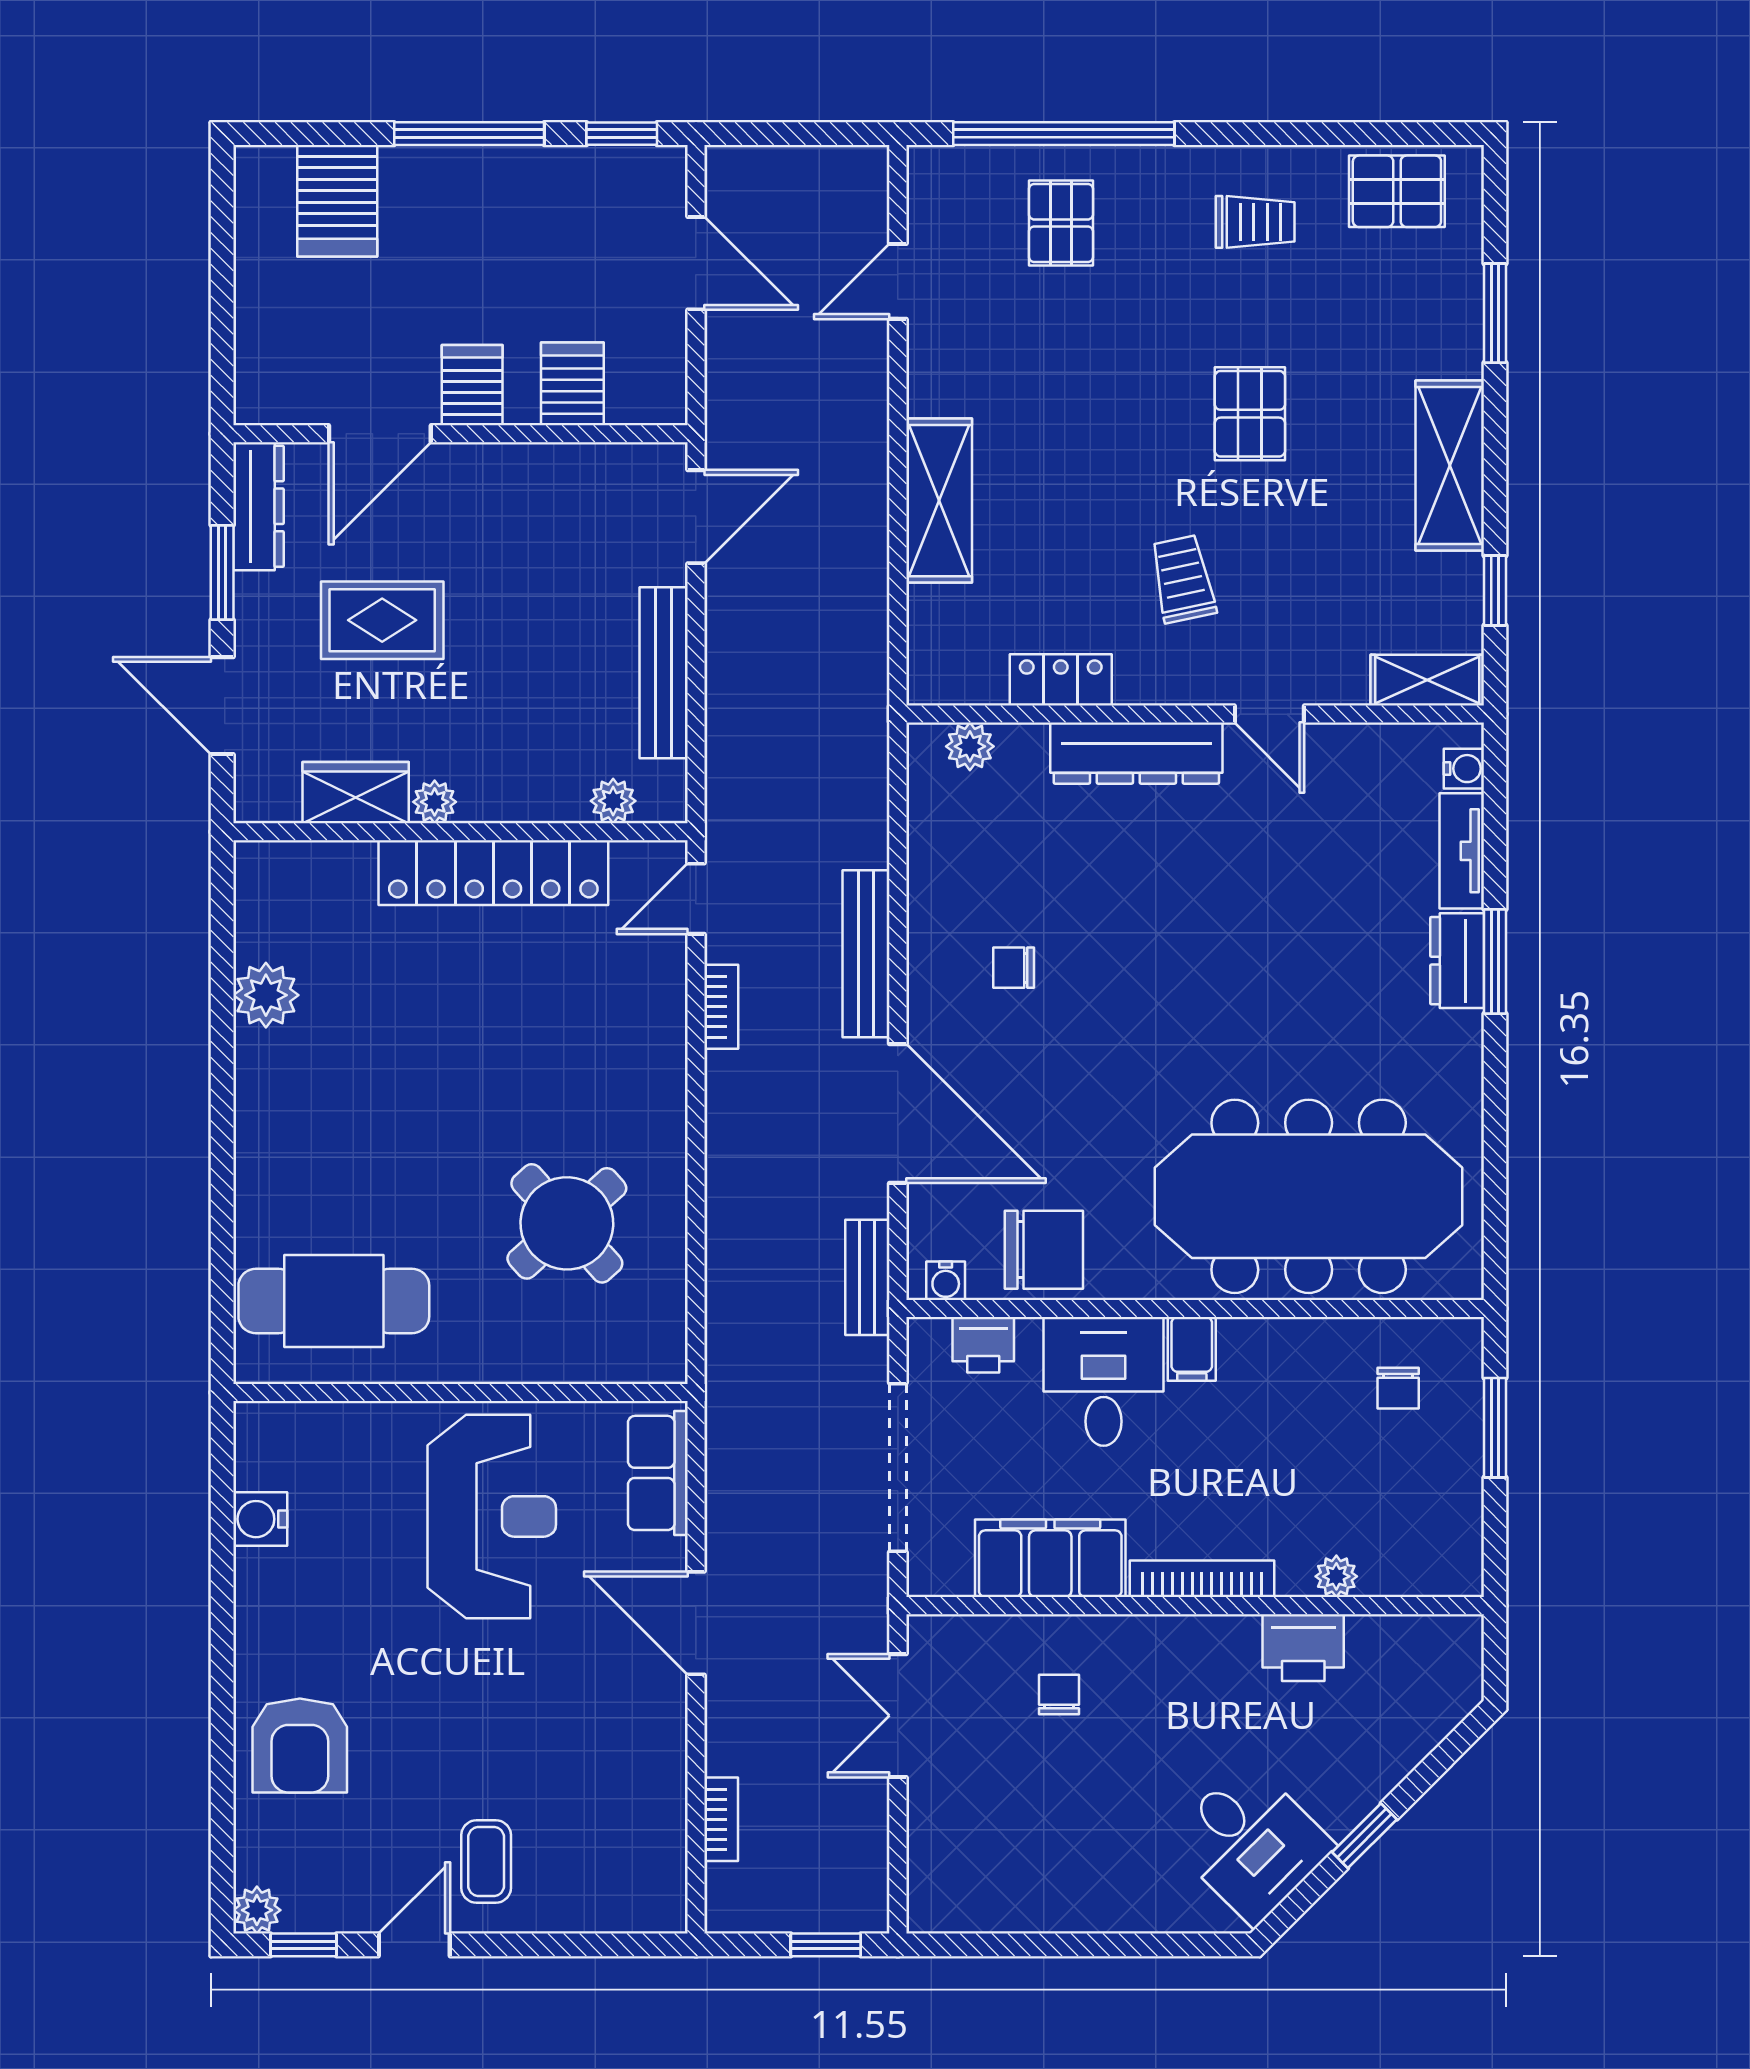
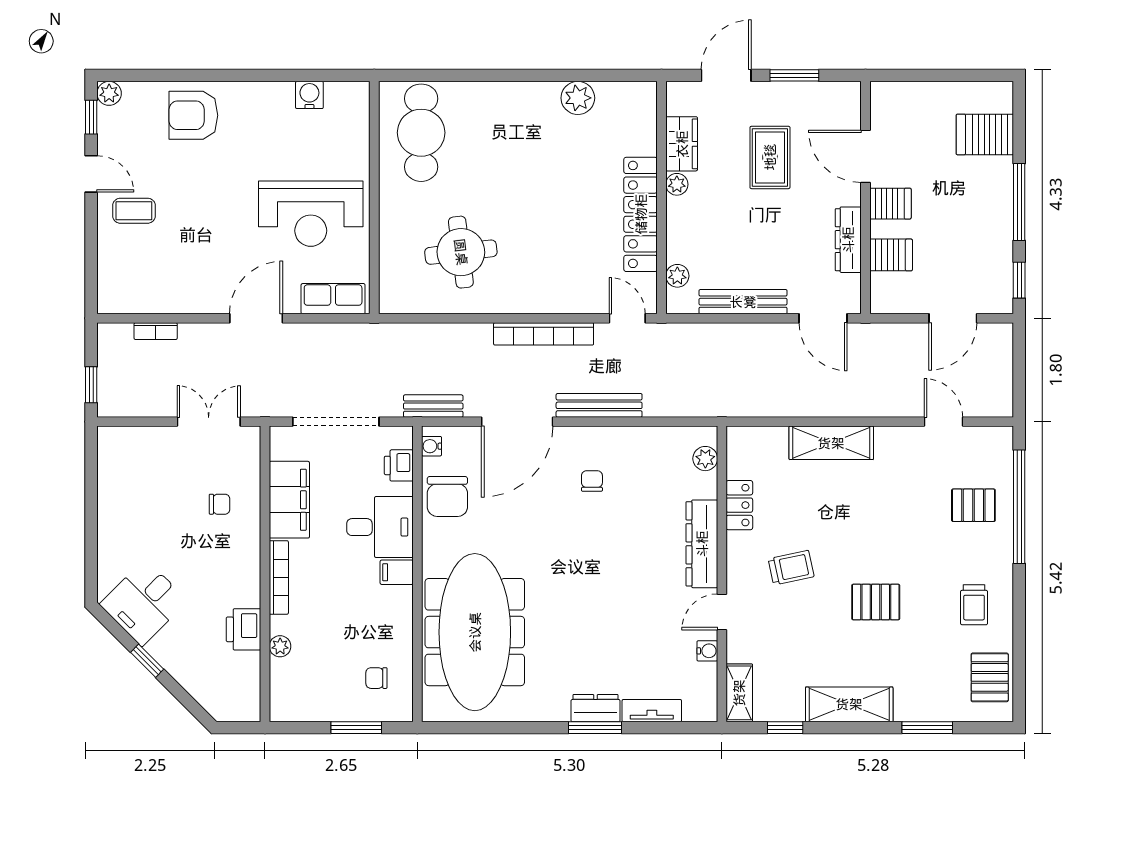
dresser: (258, 506) -> (848, 240), moved, turned 90
water cooler: (1464, 769) -> (707, 651), moved, turned -90
bookcase: (721, 1007) -> (544, 334), width x2.31, depth x1.31
round table: (567, 1223) -> (461, 252), turned 35

